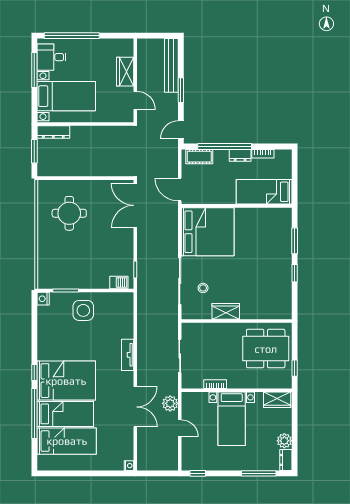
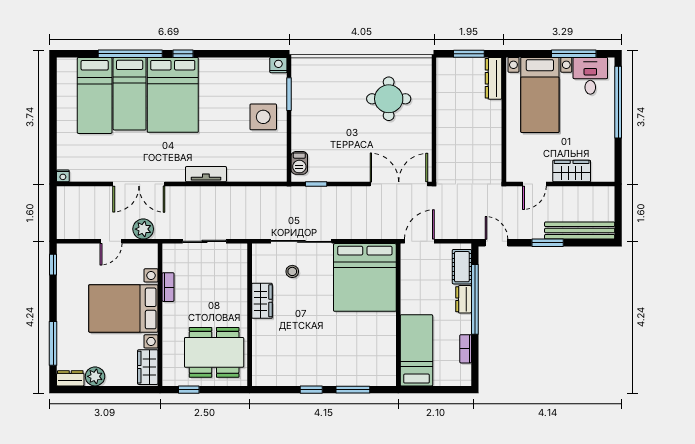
dresser: (240, 155) -> (464, 299), moved
dining table: (266, 349) -> (214, 352), turned 90
bed with nightstands: (232, 419) -> (123, 308), width x1.36

